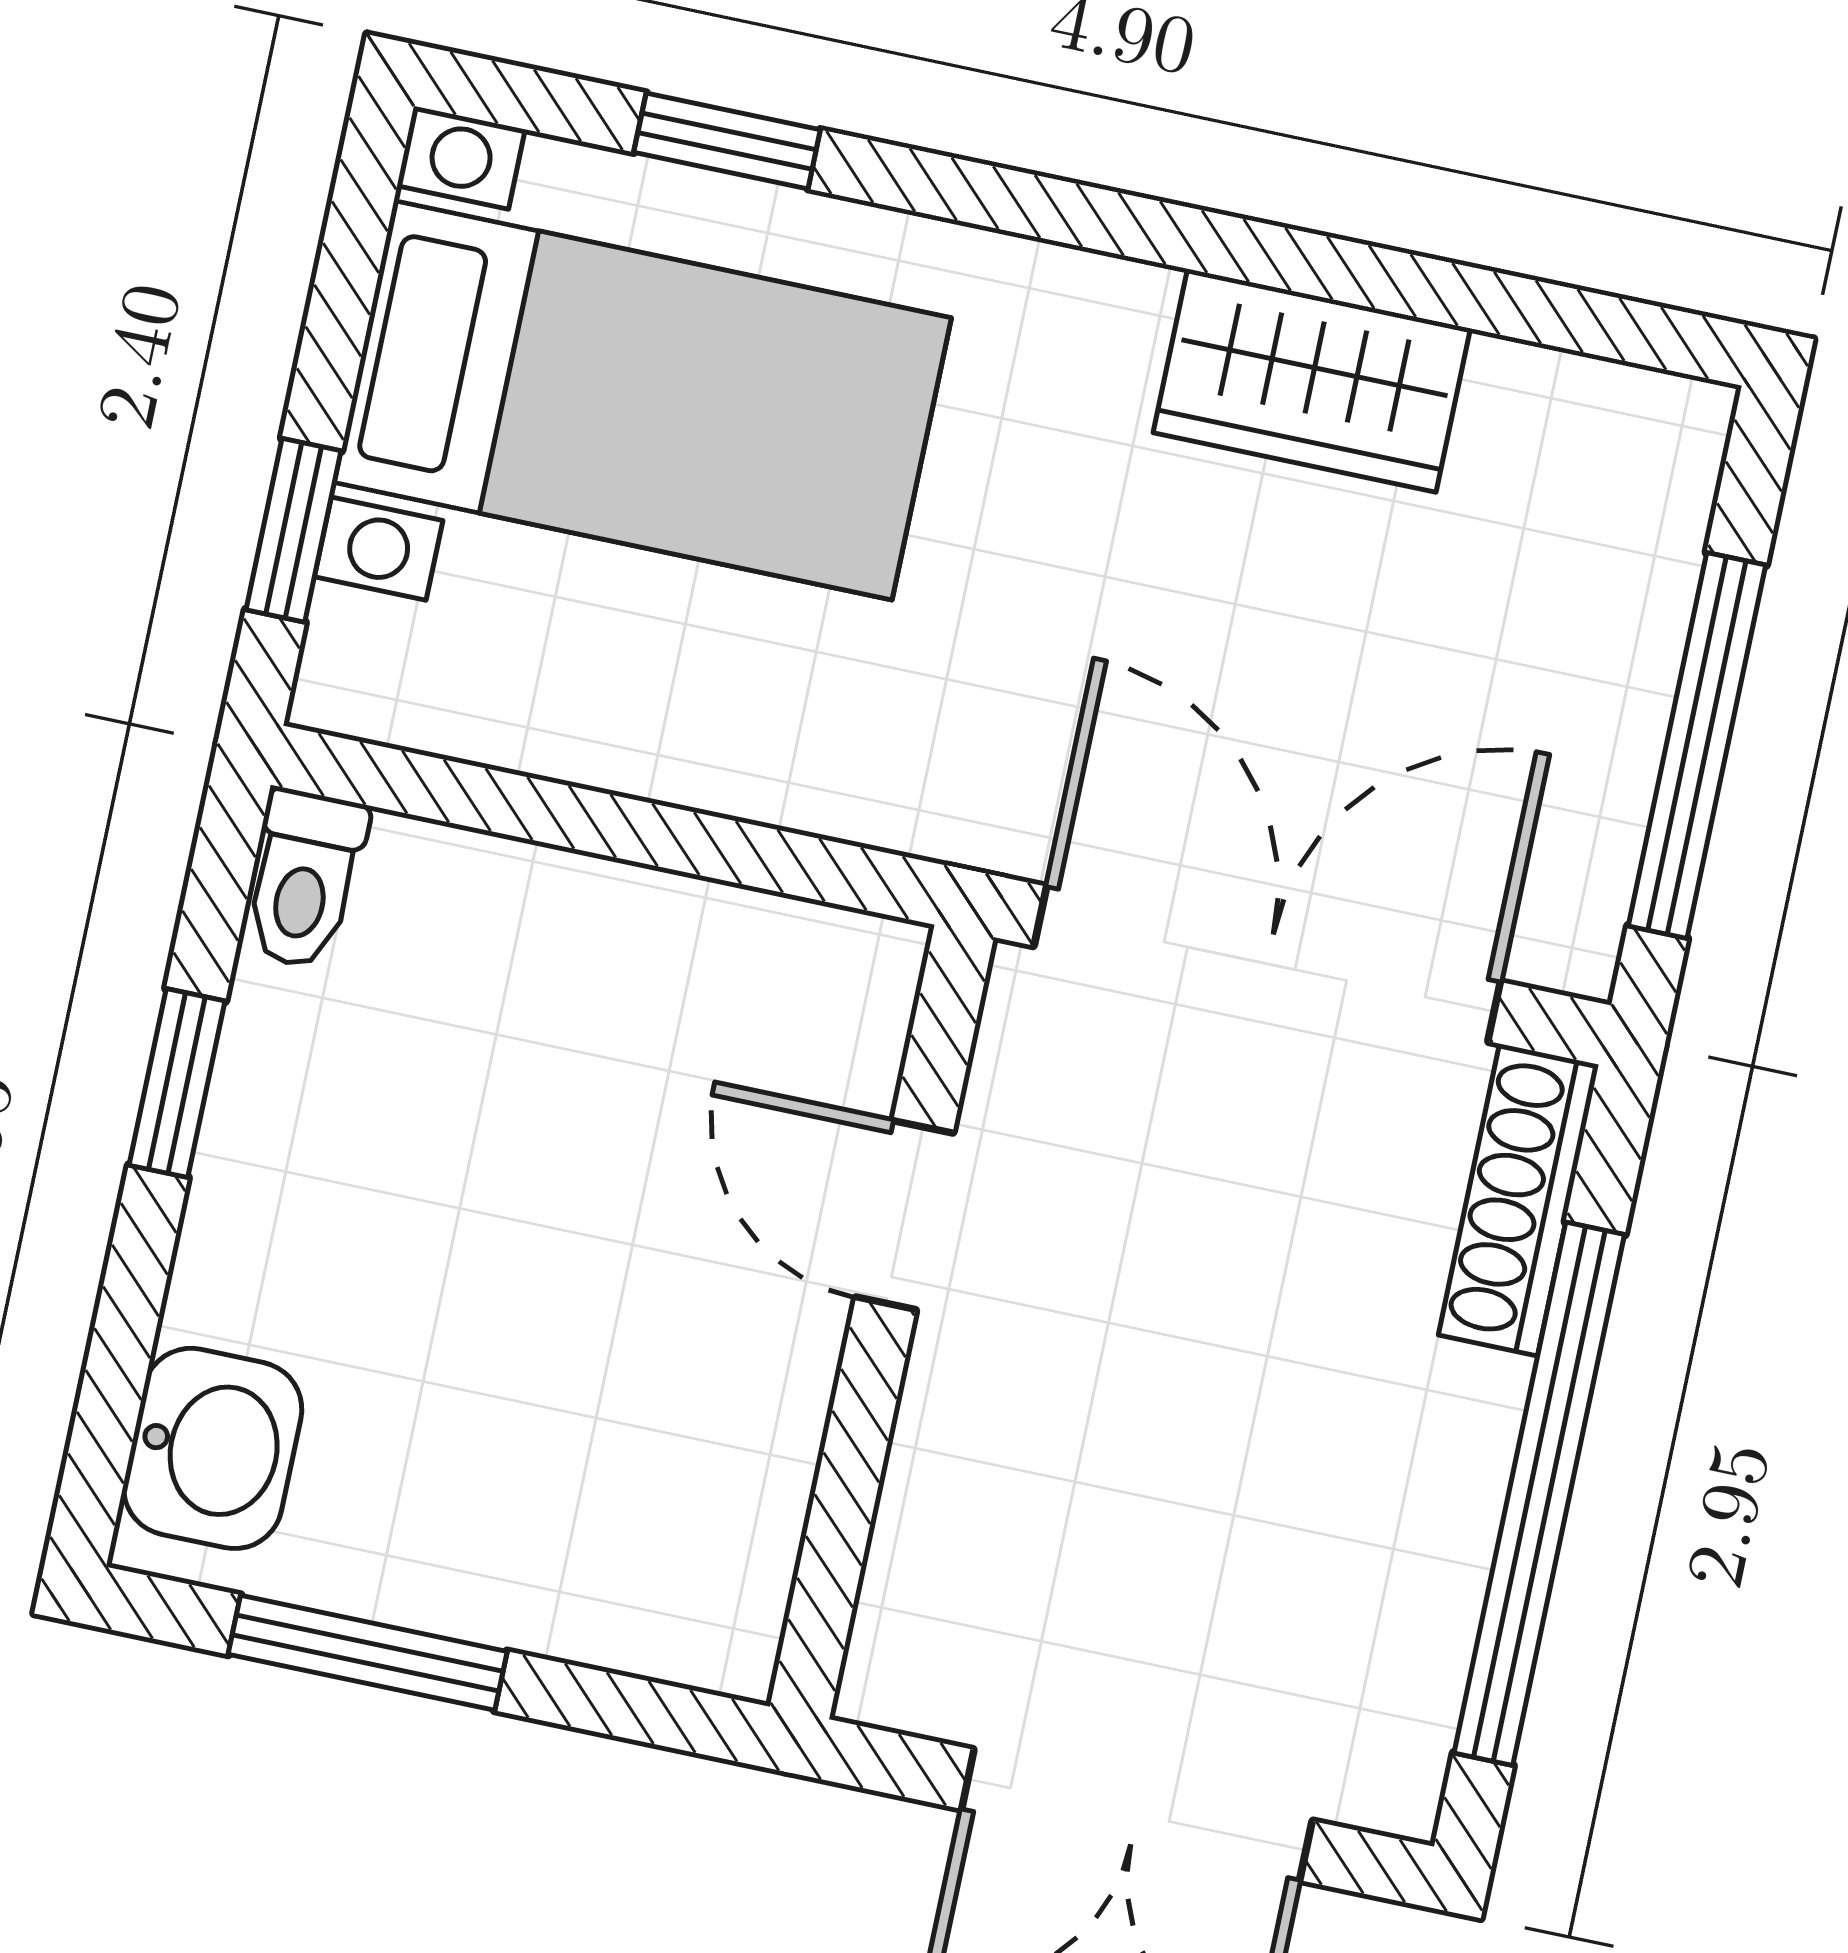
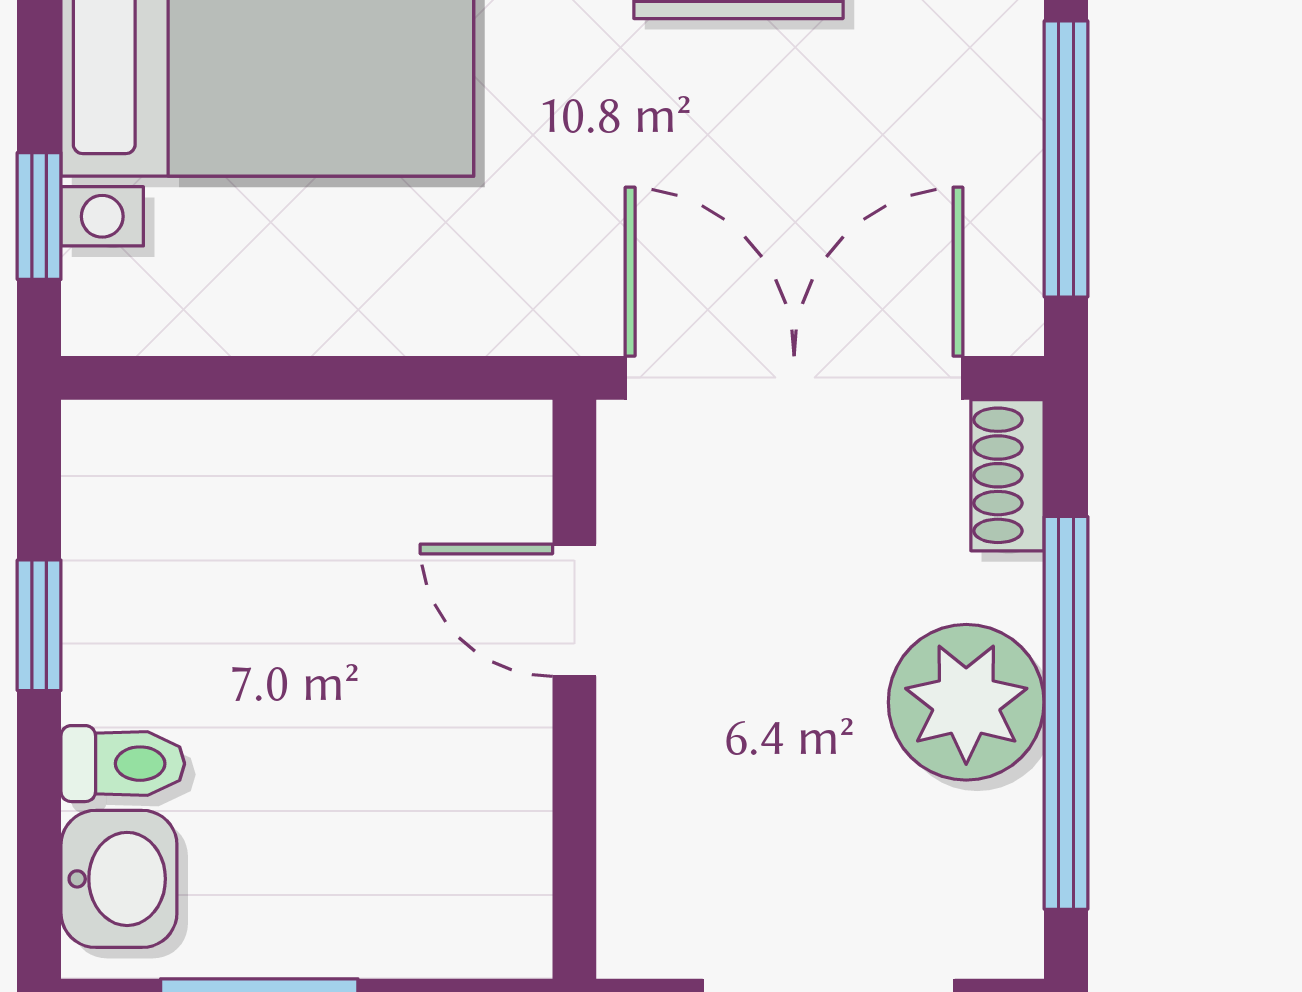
toilet: (304, 879) -> (123, 764), moved, turned -90
shoe rack: (1519, 1200) -> (1007, 475), width x0.70
plant: (1407, 1451) -> (966, 702), added

